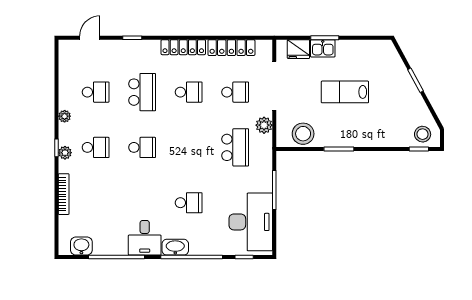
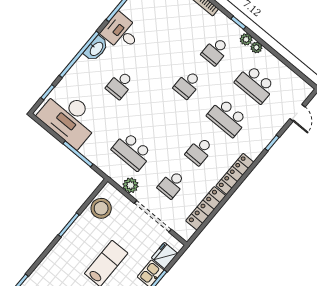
school desk: (96, 92) -> (255, 84), width x1.85
plant: (65, 153) -> (246, 39), moved

